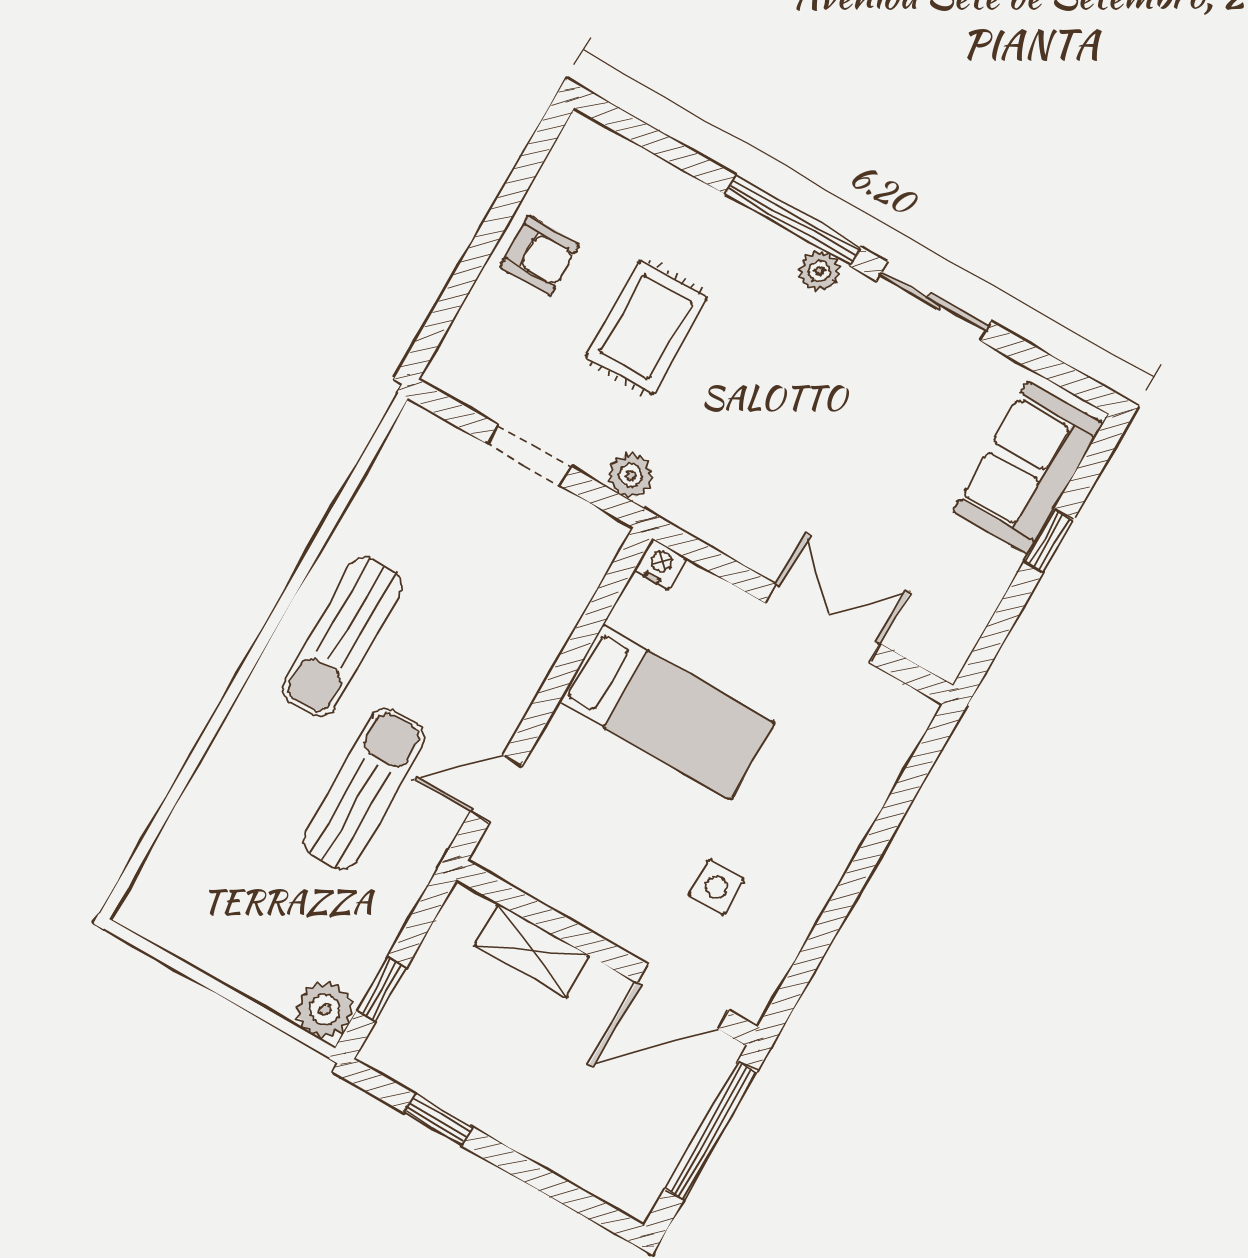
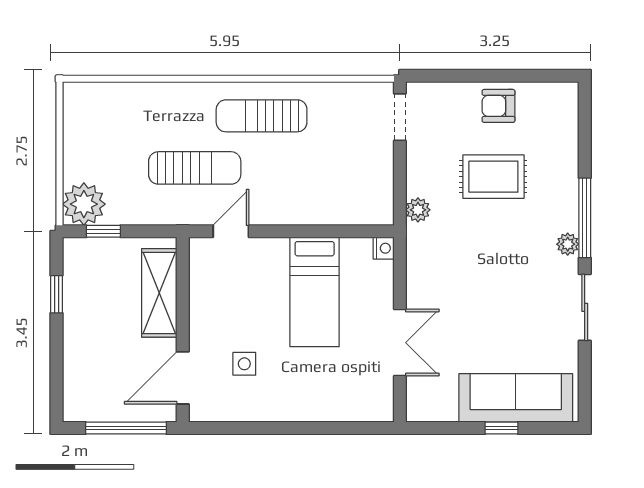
armchair: (540, 256) -> (498, 106), turned 90
doorway: (529, 455) -> (400, 117), moved
sofa: (1028, 468) -> (516, 398), width x1.36
door: (496, 789) -> (231, 231), hinge flipped
shelving: (532, 950) -> (159, 293), width x1.50, depth x1.33
door: (683, 997) -> (183, 378), hinge flipped
plant: (325, 1010) -> (84, 204), width x1.36, depth x1.36

